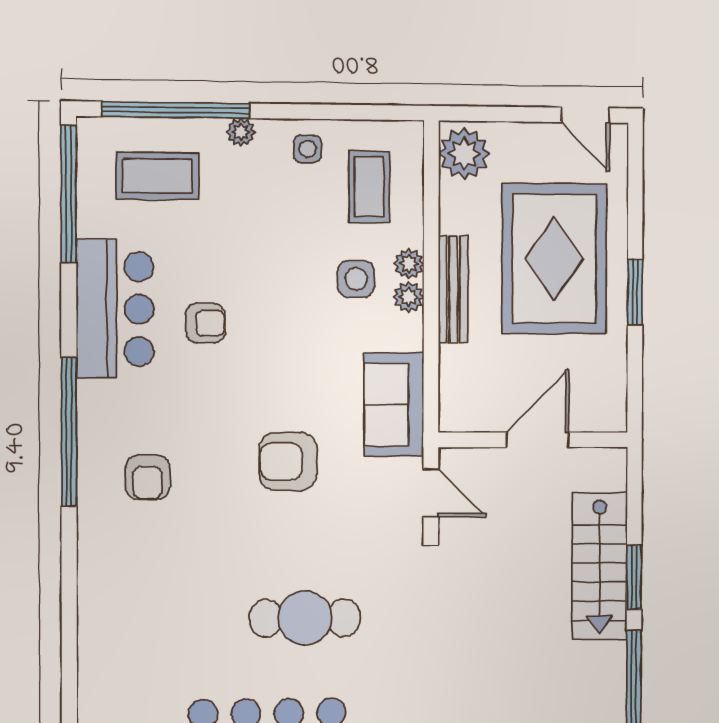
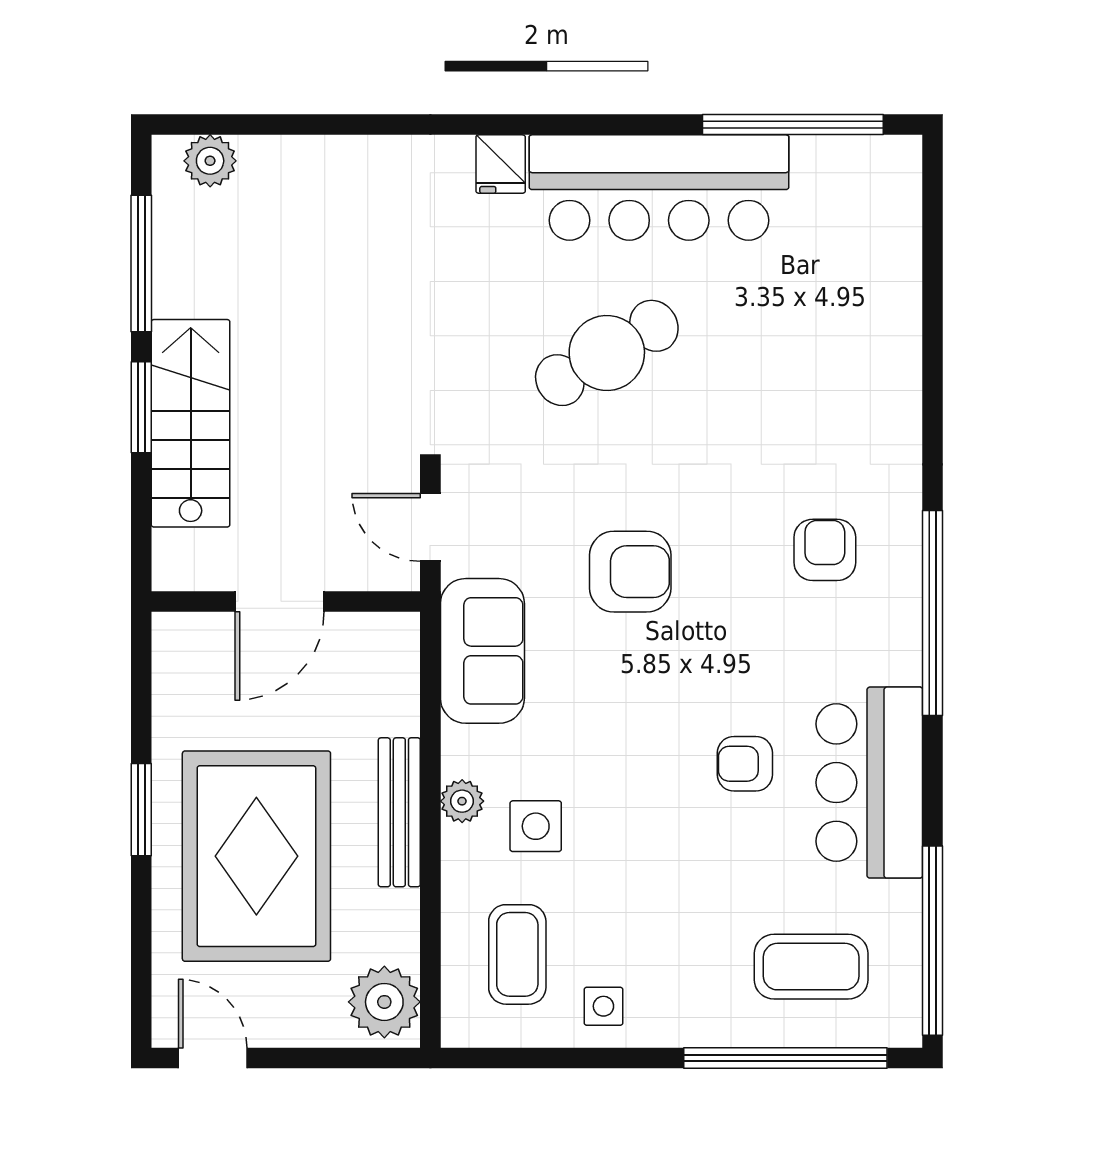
plant: (241, 132) -> (696, 1028), removed
plant: (409, 264) -> (462, 848), removed
cafe table: (305, 618) -> (607, 353), turned -30

